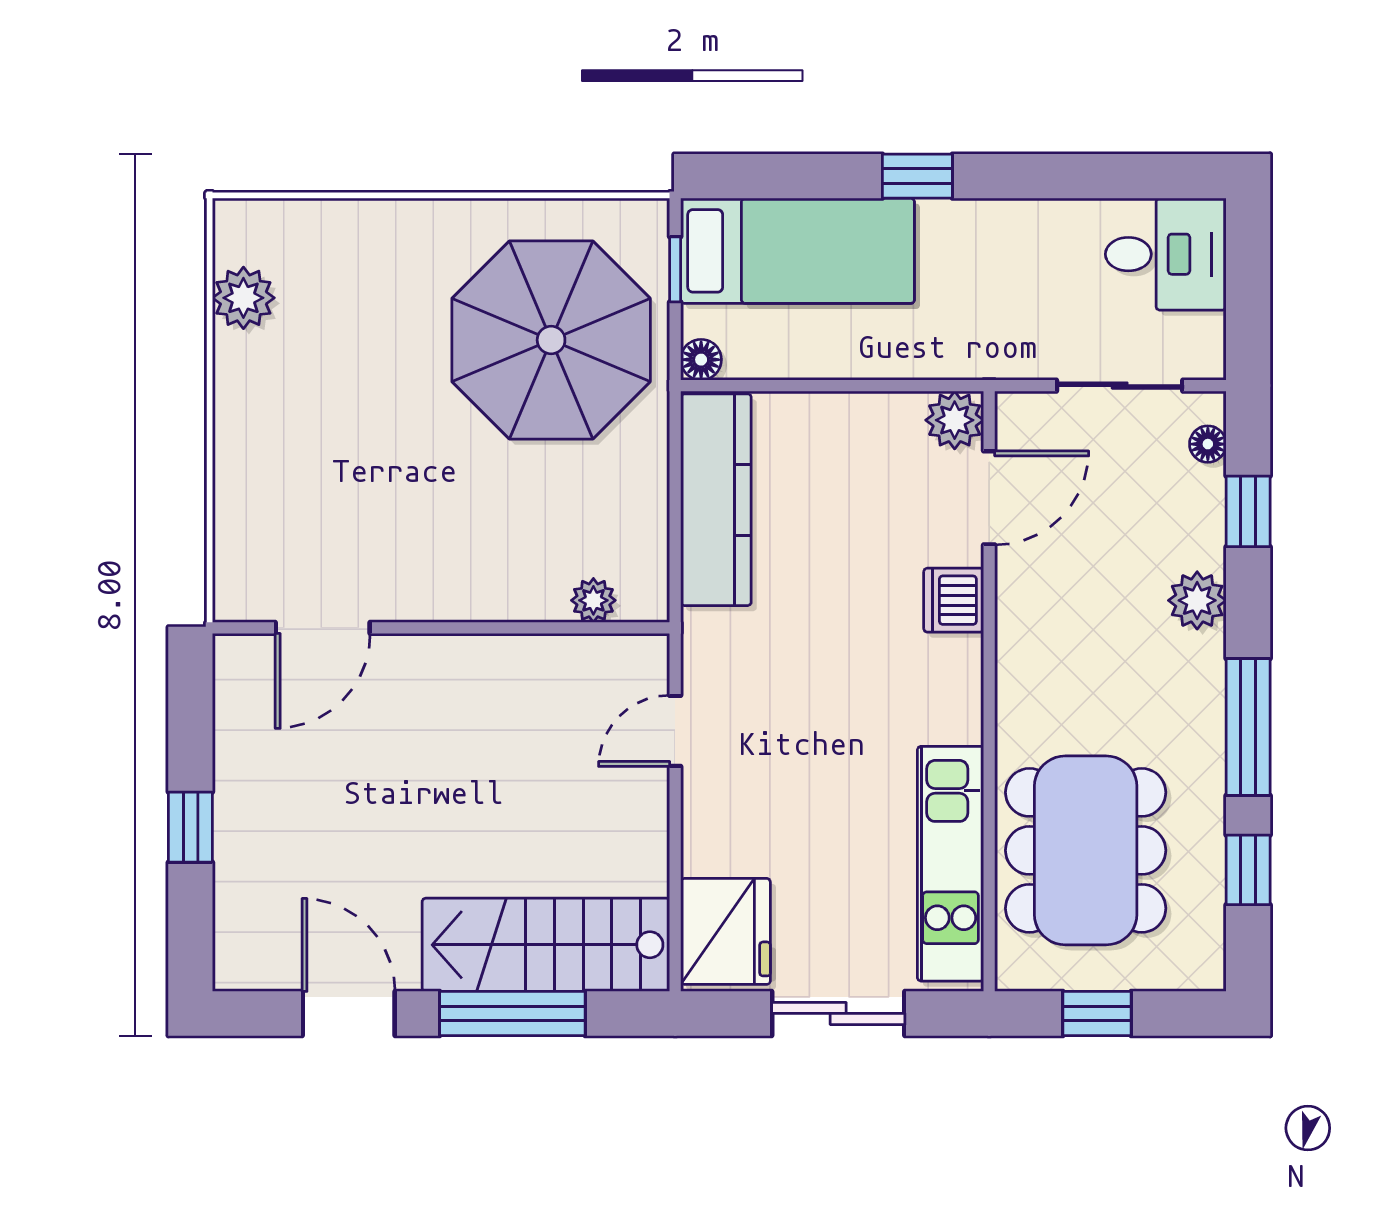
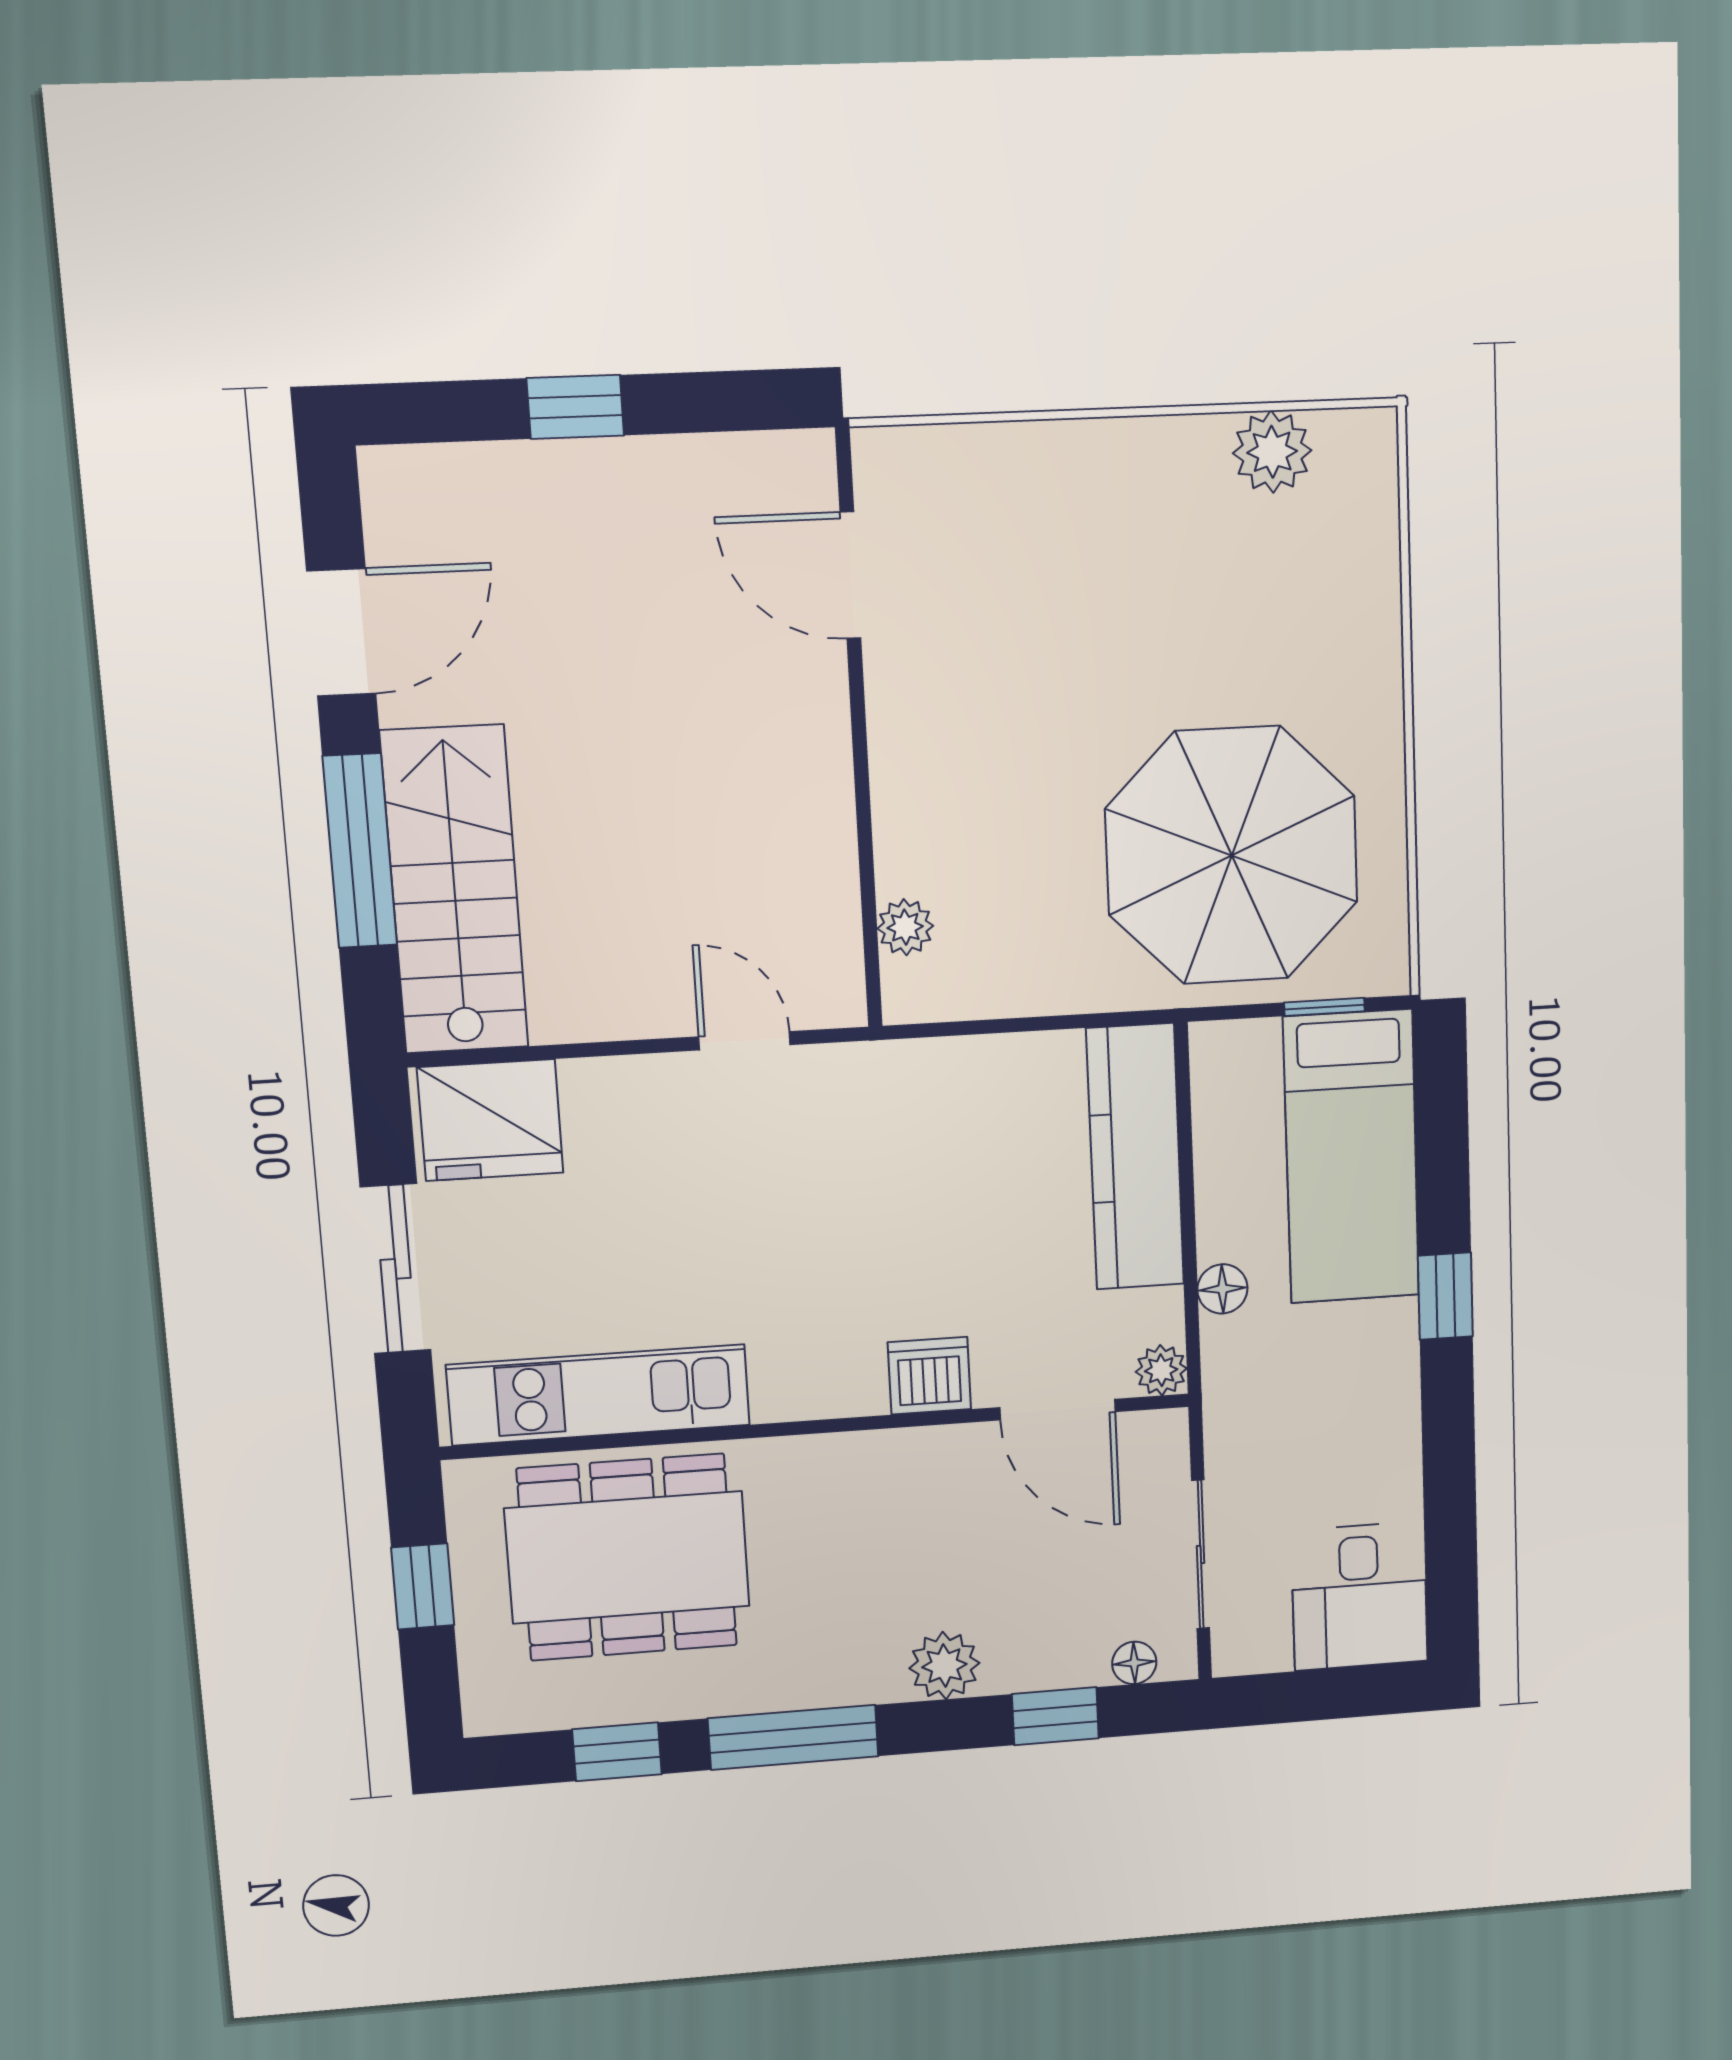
floor lamp: (701, 360) -> (1222, 1289), moved
plant: (955, 420) -> (1161, 1370), width x0.73, depth x0.73
kitchen counter: (716, 500) -> (1135, 1157), moved, turned 90

